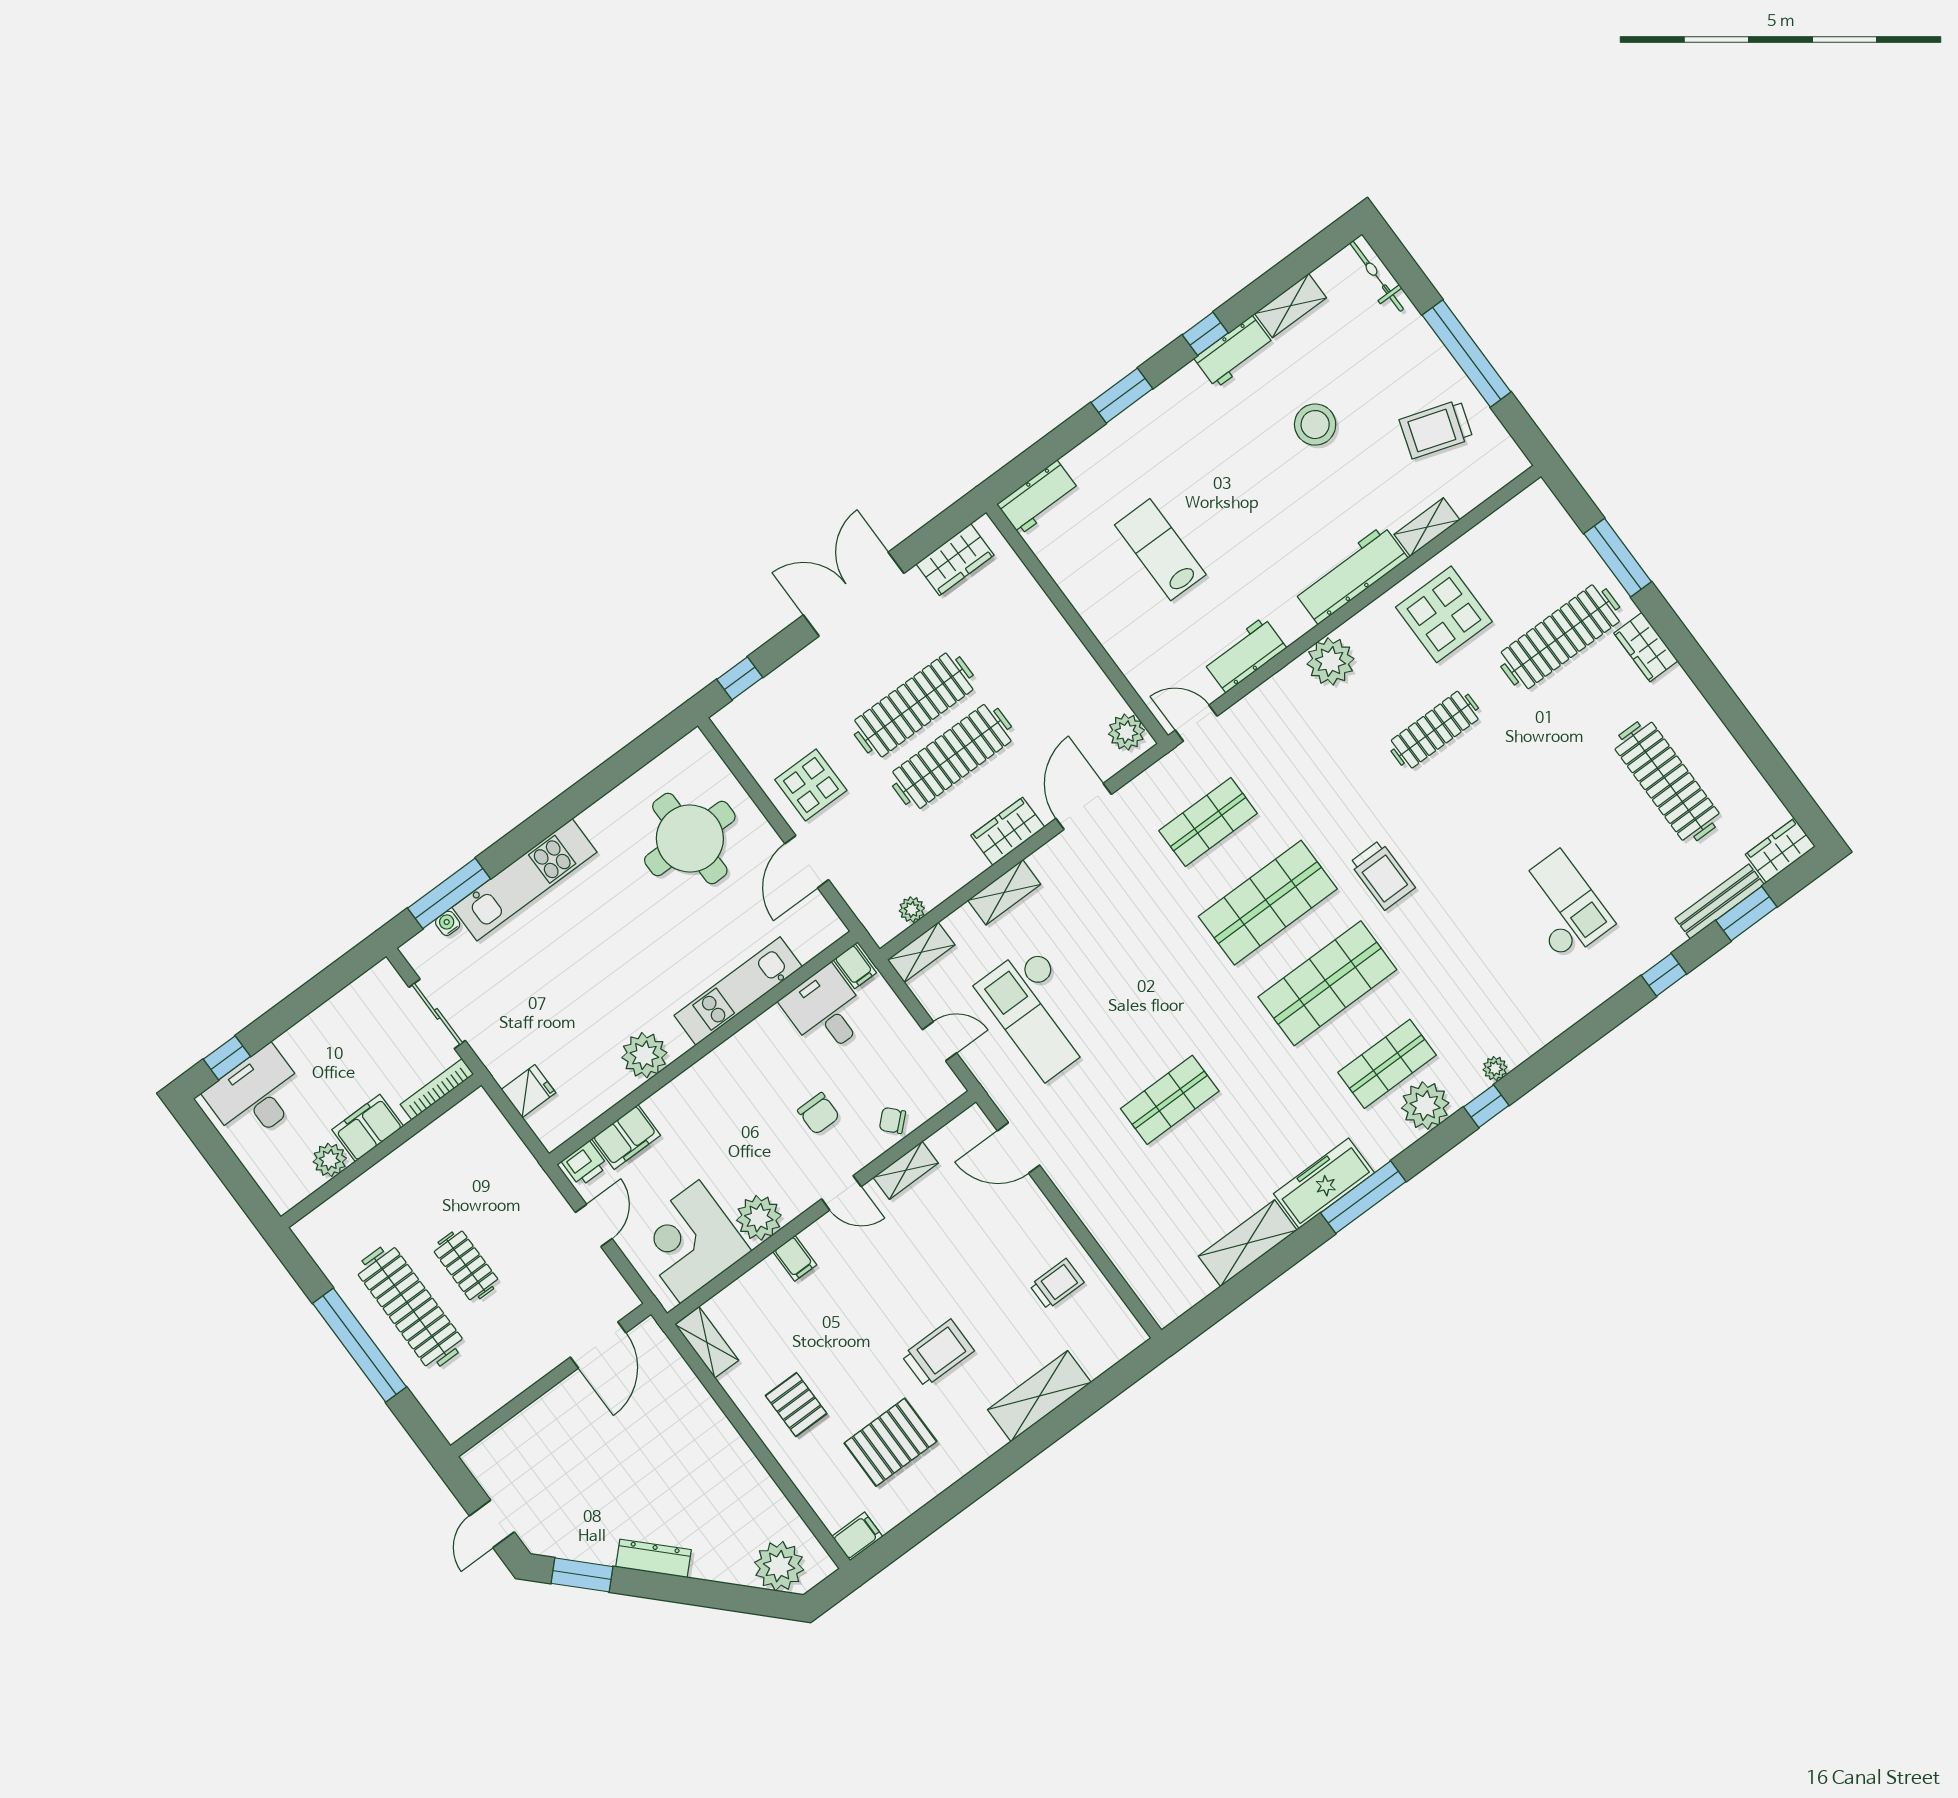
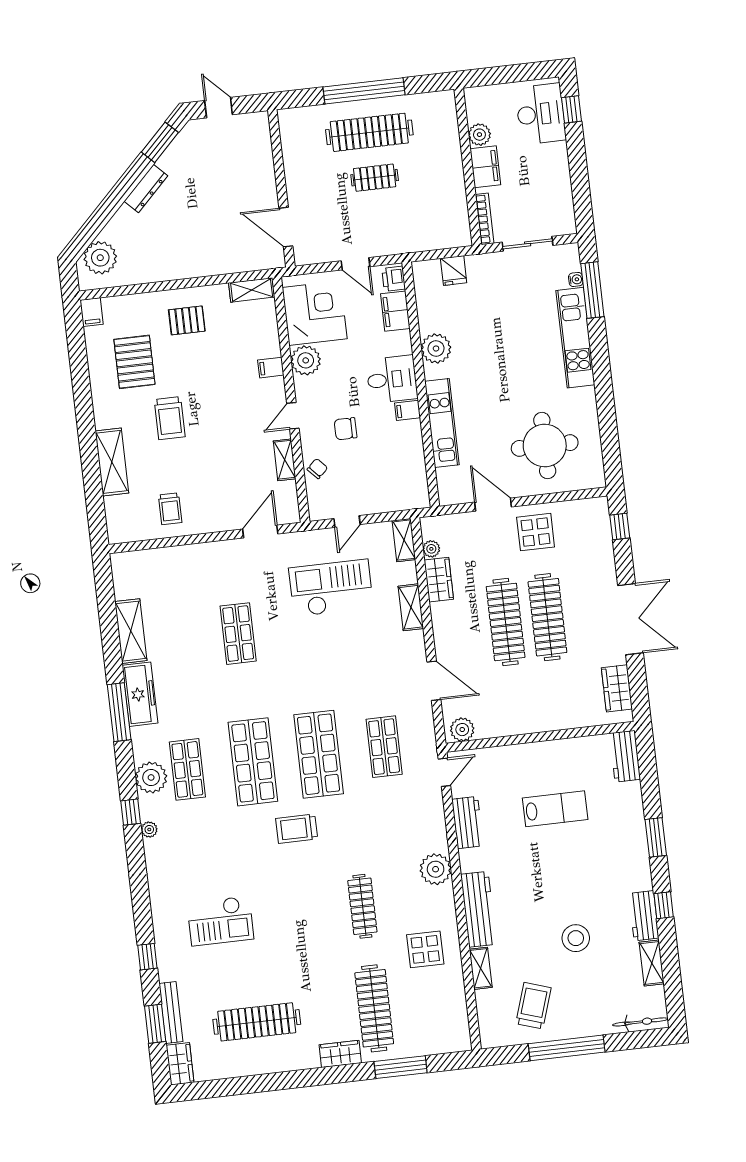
display table: (1444, 614) -> (425, 949), width x0.73, depth x0.73
wardrobe: (1008, 831) -> (439, 580), moved
filing cabinet: (855, 966) -> (408, 410), moved
desk: (826, 1011) -> (392, 379), moved

